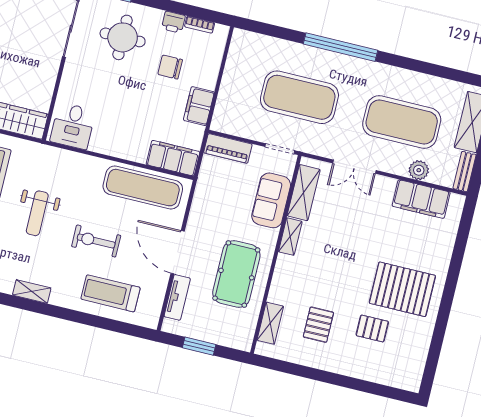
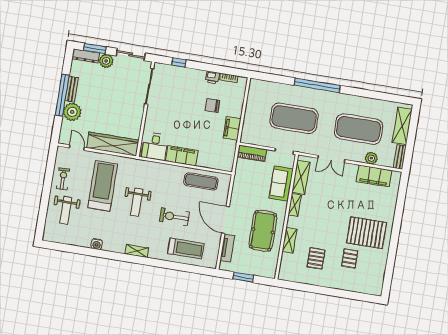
round table: (123, 37) -> (182, 89), removed
filing cabinet: (173, 158) -> (182, 156), moved
exercise mat: (143, 188) -> (201, 181), width x0.73, depth x0.69
treadmill: (111, 293) -> (186, 248), turned 180
shelving: (270, 323) -> (289, 240), moved
pallet: (372, 329) -> (350, 258), turned 90

